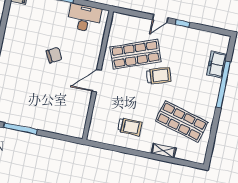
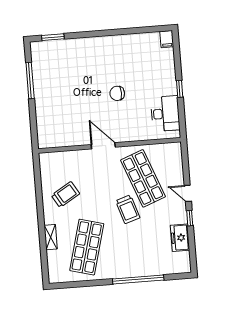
chair: (54, 55) -> (117, 93), turned 119
freezer: (217, 65) -> (180, 238), moved, turned -90
trolley: (130, 127) -> (65, 195), turned -121

